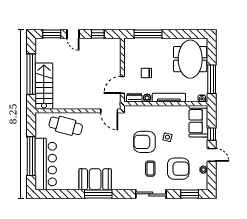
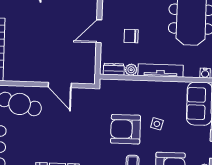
door: (122, 85) -> (99, 31), moved
door: (109, 111) -> (60, 85), moved

